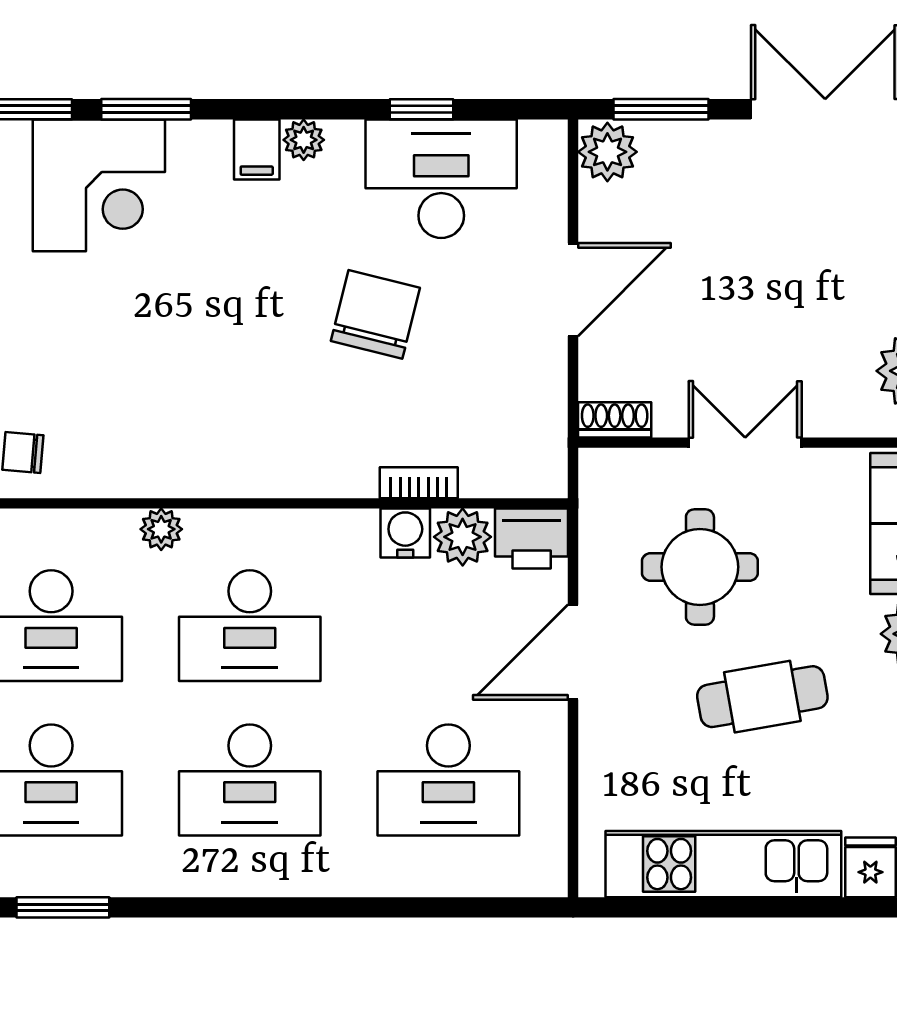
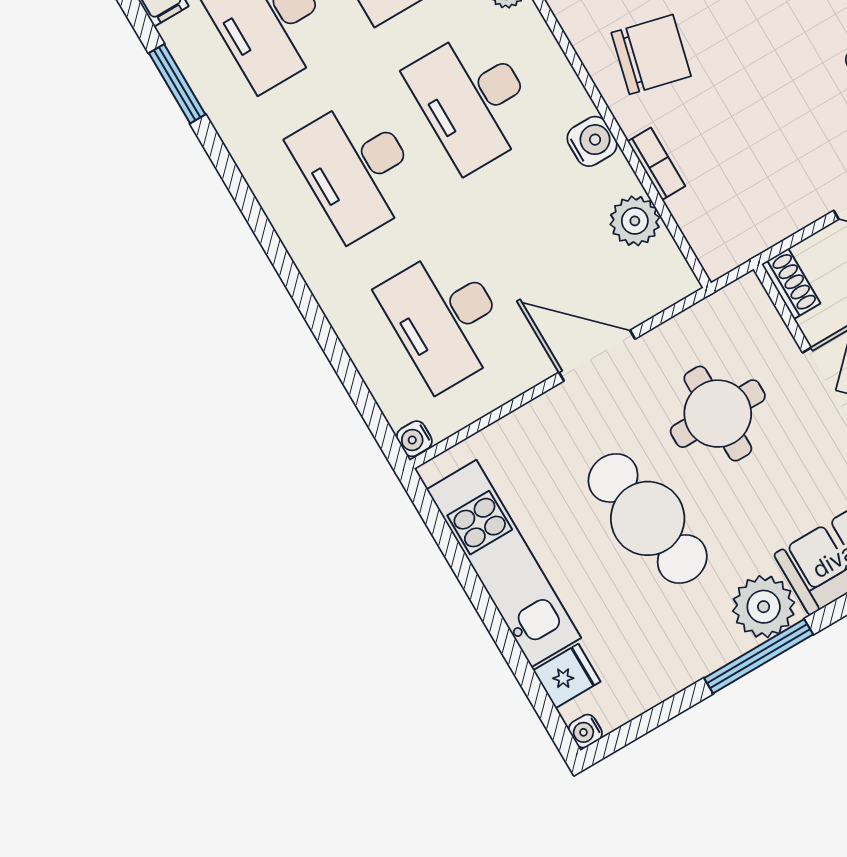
chair: (375, 314) -> (651, 54), moved
water cooler: (405, 533) -> (592, 141), moved
printer: (532, 538) -> (664, 274), removed
cafe table: (762, 697) -> (648, 518), width x1.37, depth x1.35
water cooler: (549, 880) -> (414, 439), added

